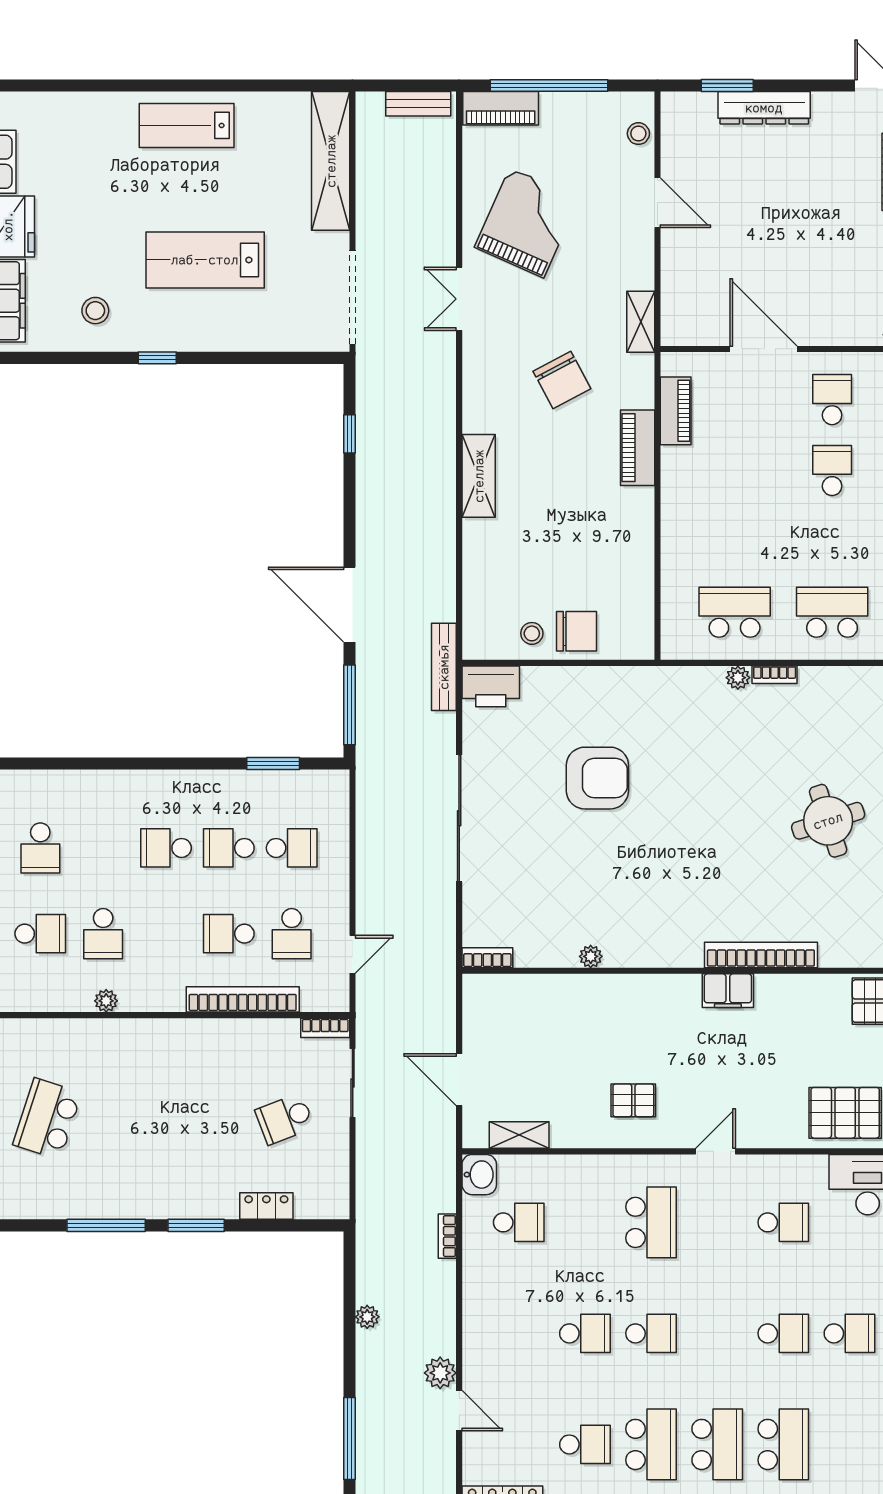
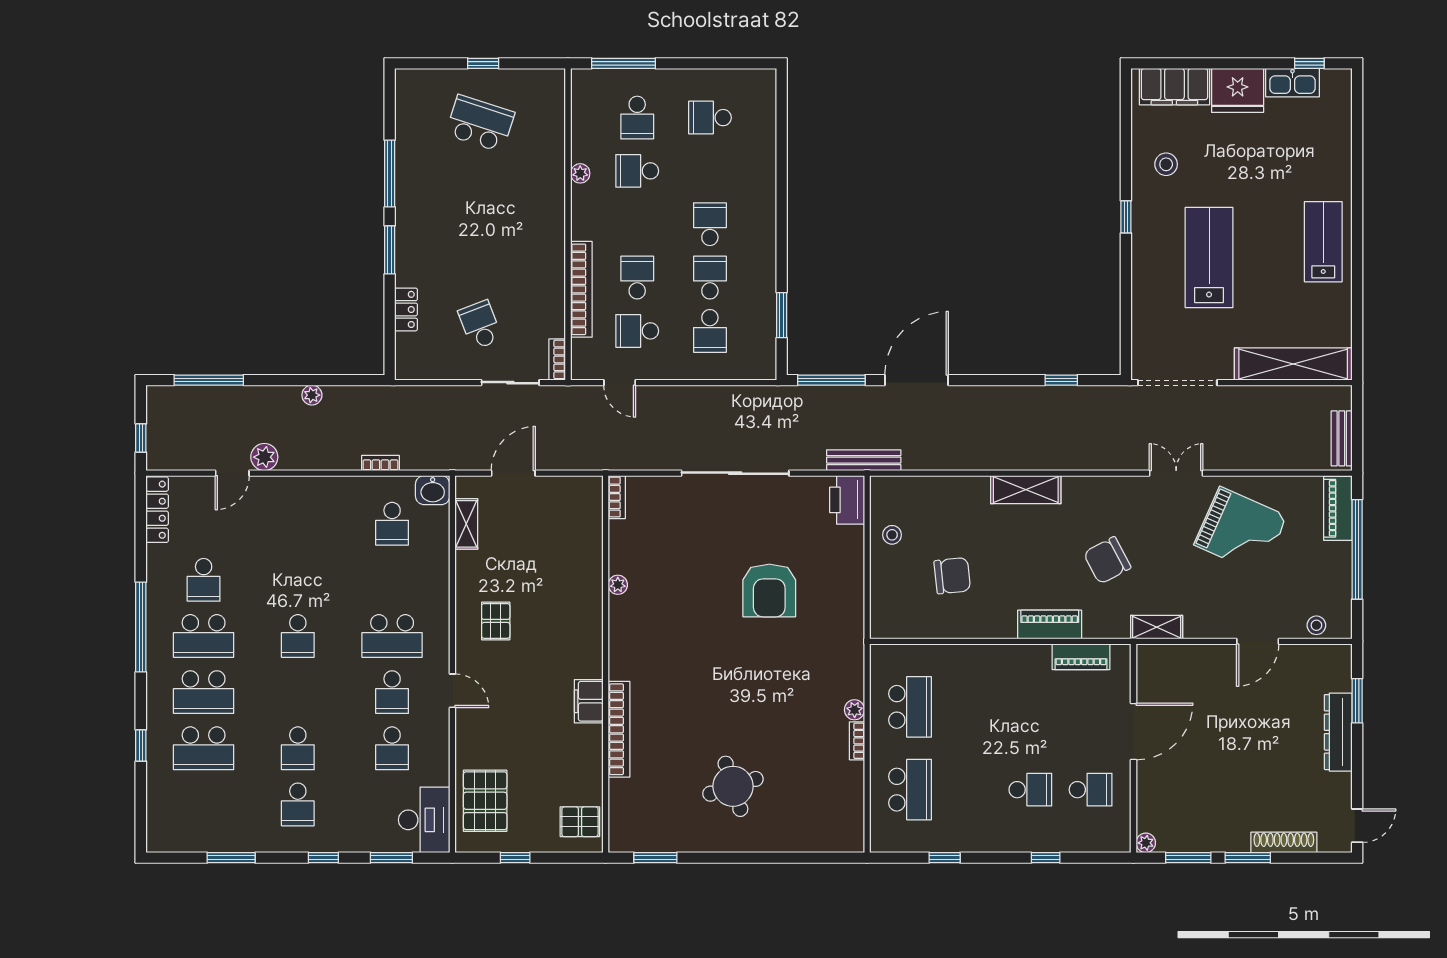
chair: (576, 631) -> (952, 576), moved, turned -96
school desk: (585, 1333) -> (392, 692), moved

